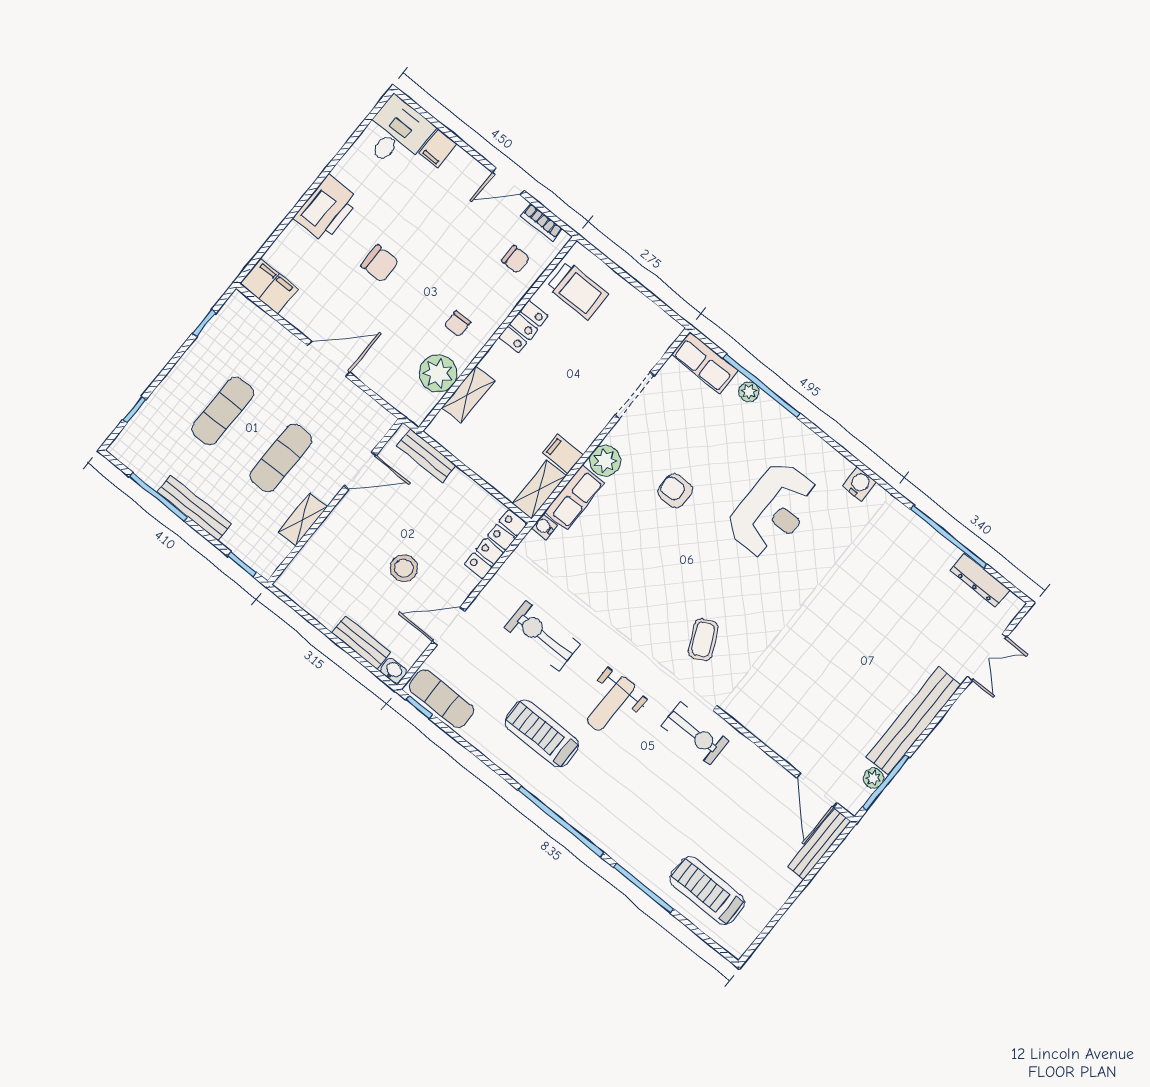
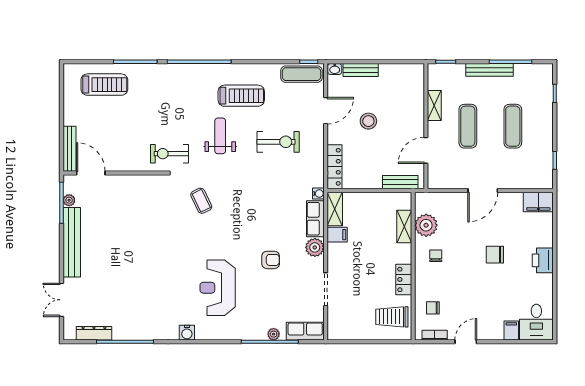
printer: (326, 208) -> (543, 260), width x0.73, depth x0.84

